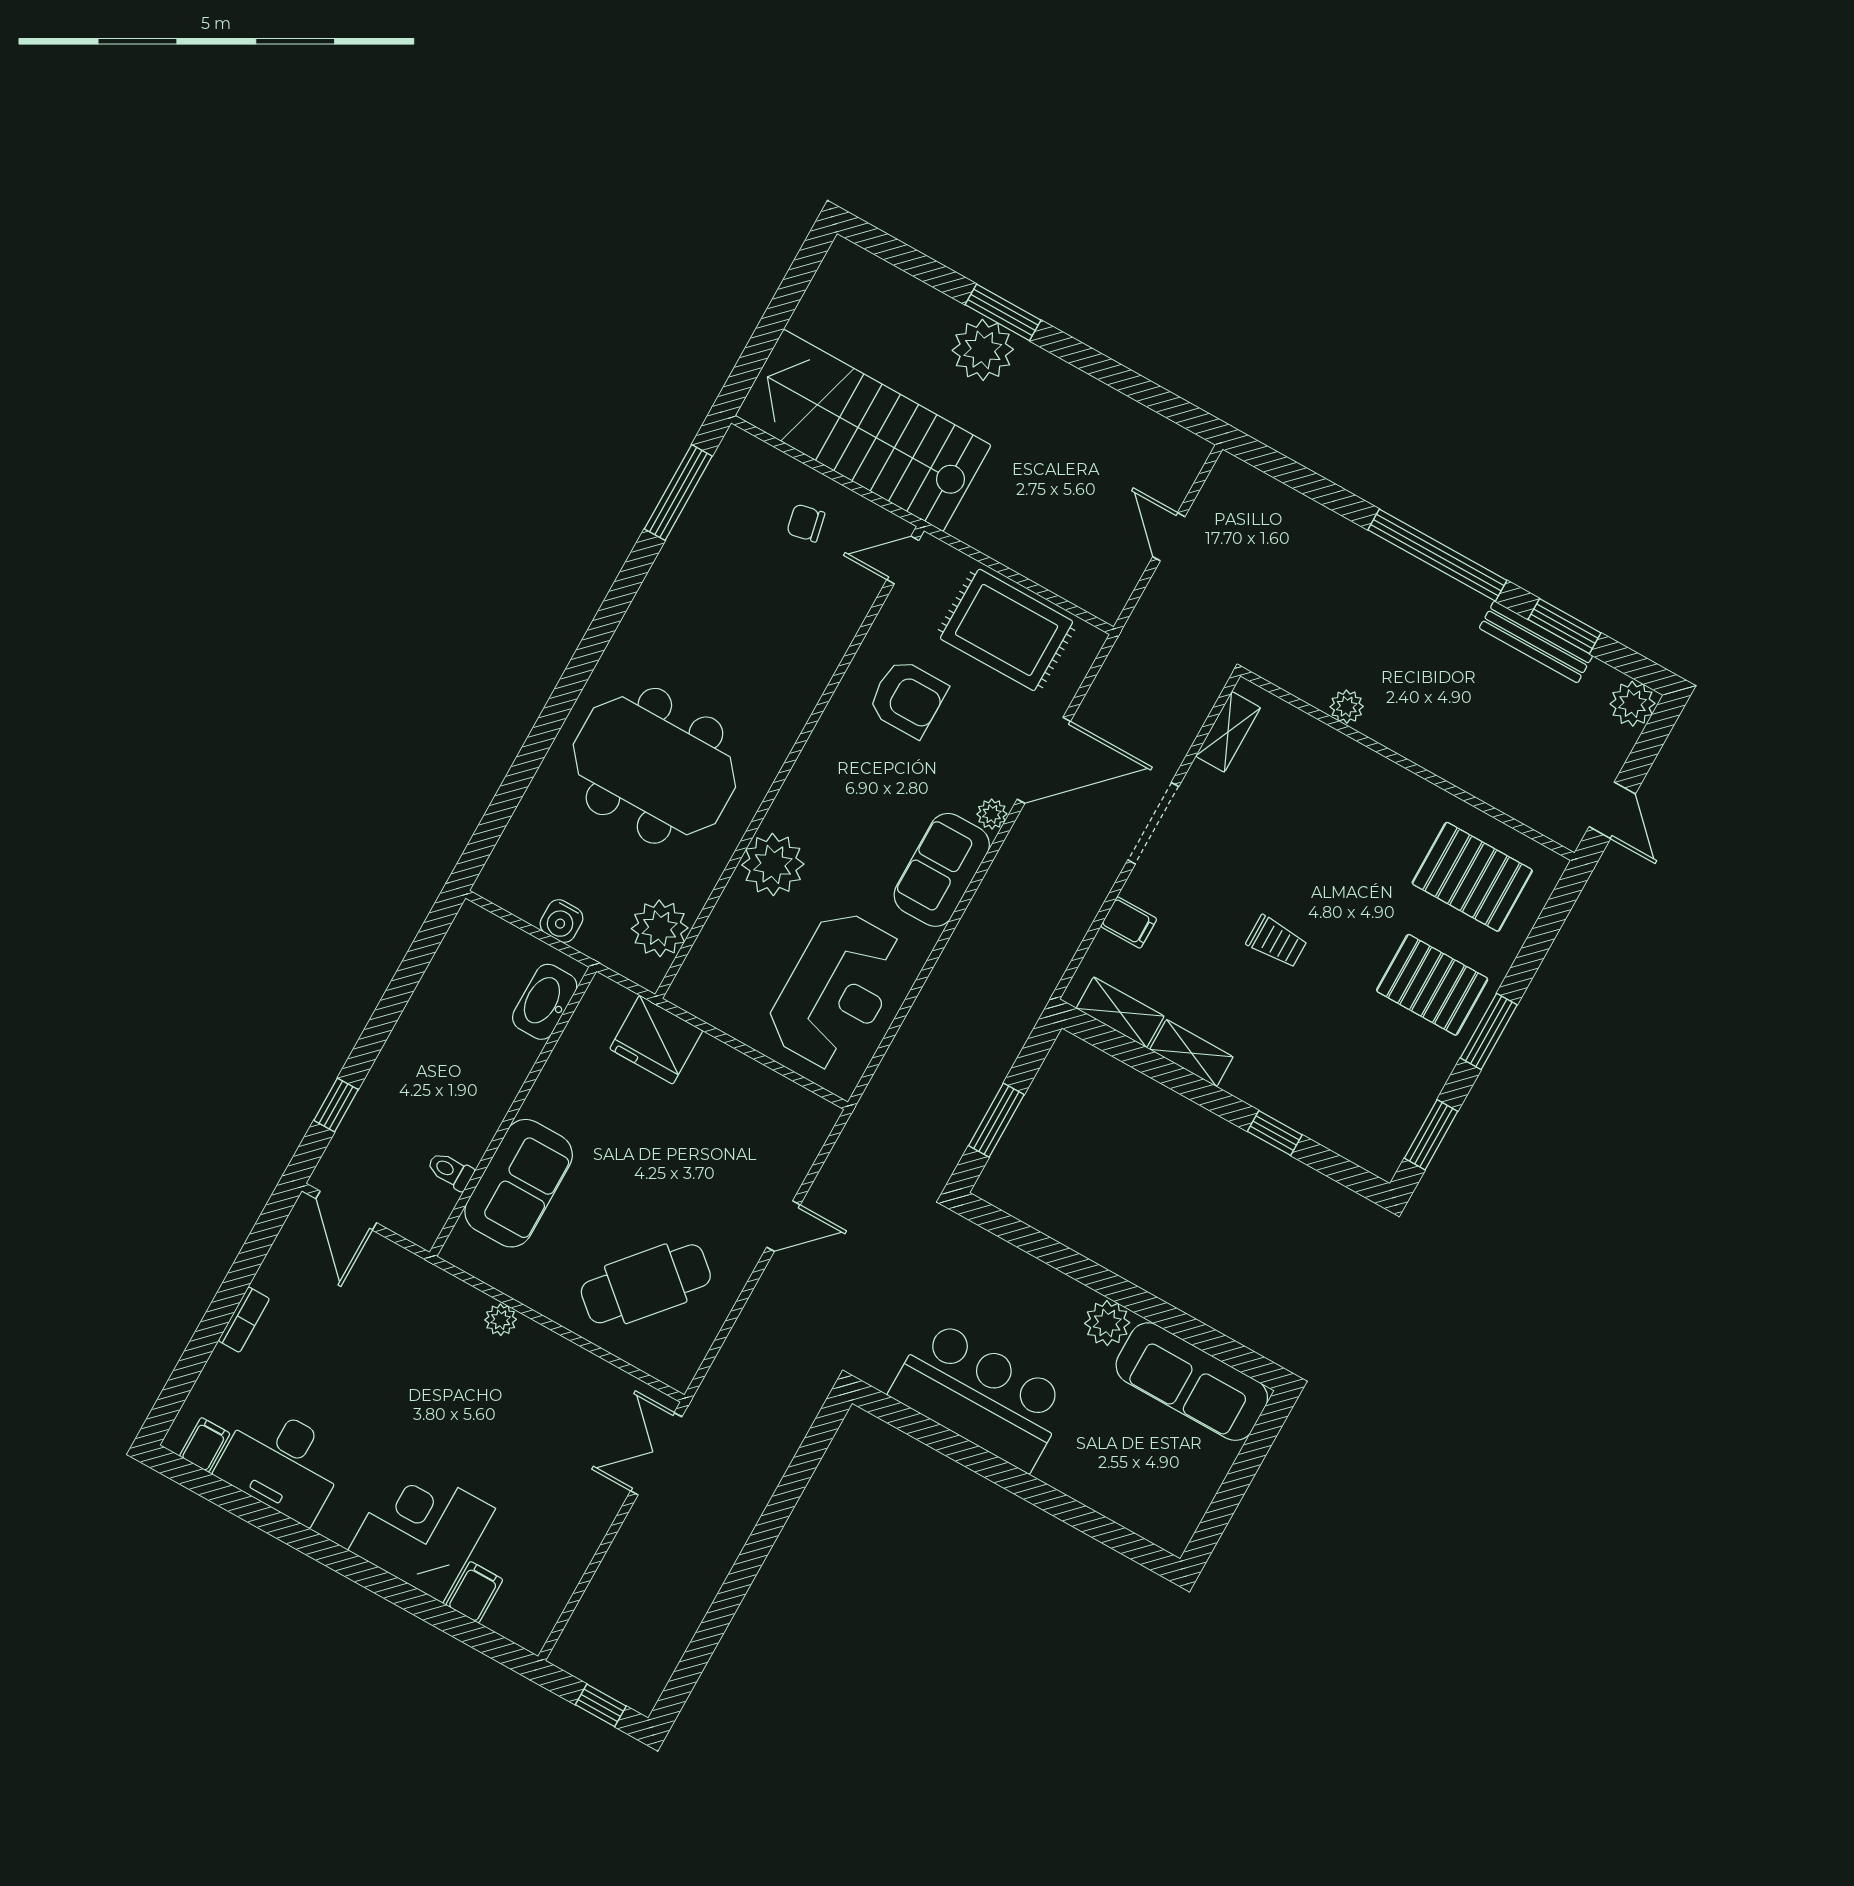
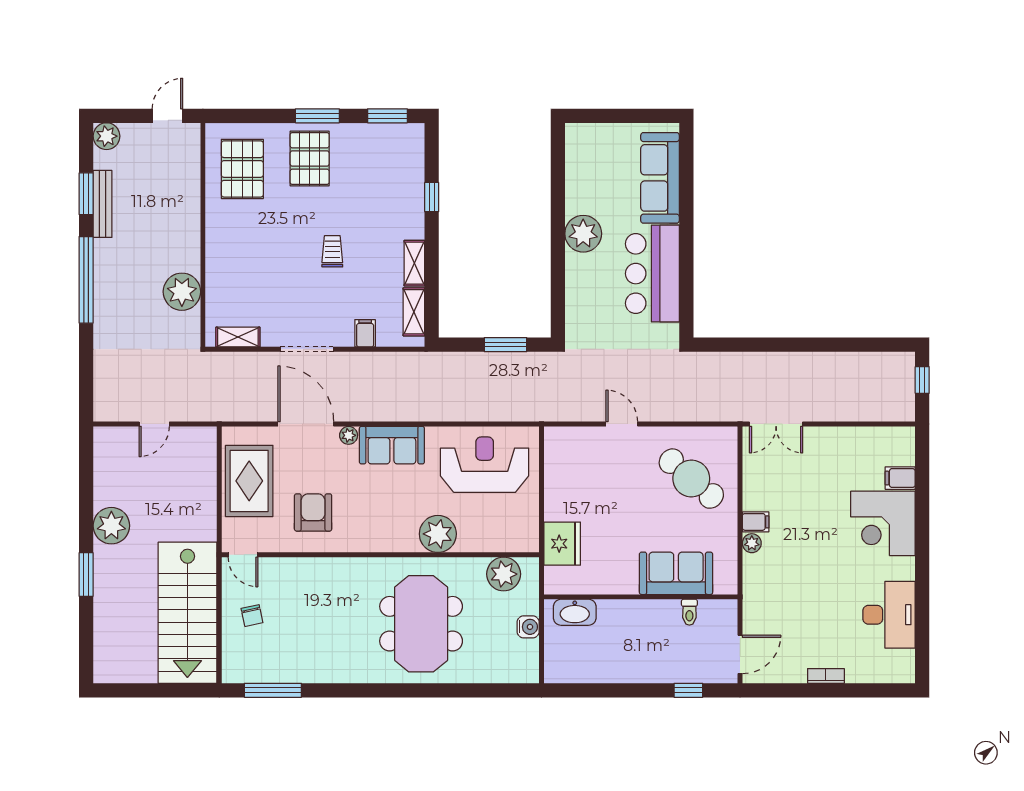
plant: (983, 350) -> (111, 526), moved
plant: (1347, 707) -> (182, 292), width x1.88, depth x1.88
plant: (1107, 1323) -> (583, 234), width x1.36, depth x1.36
sofa: (1192, 1382) -> (660, 178), moved, turned 180
filing cabinet: (205, 1445) -> (756, 522), moved, turned 180

